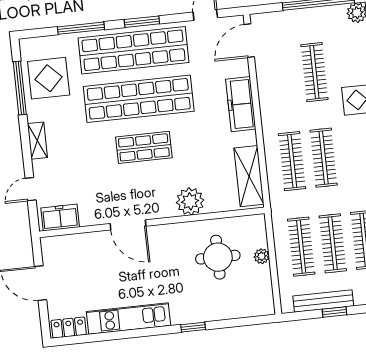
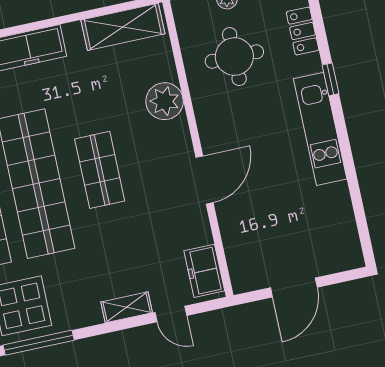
shelving: (37, 141) -> (127, 307), moved
kitchen unit: (129, 318) -> (320, 129), moved
locker: (69, 327) -> (303, 31), moved

